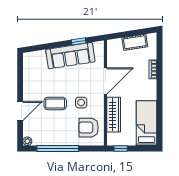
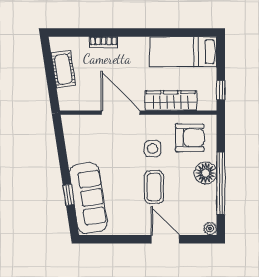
window: (79, 41) -> (69, 195), moved
sofa: (70, 56) -> (88, 198), moved
armchair: (89, 128) -> (190, 138), turned -90
floor lamp: (65, 138) -> (206, 173), added

